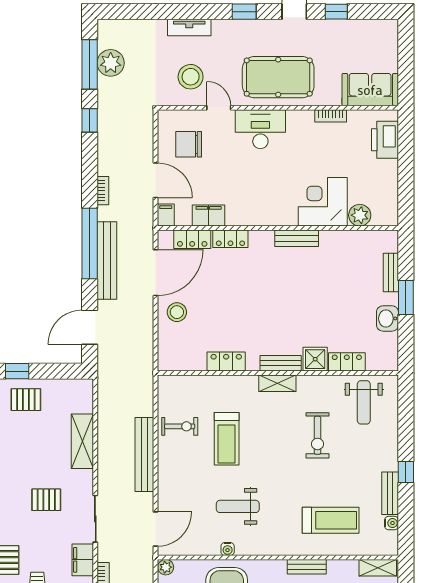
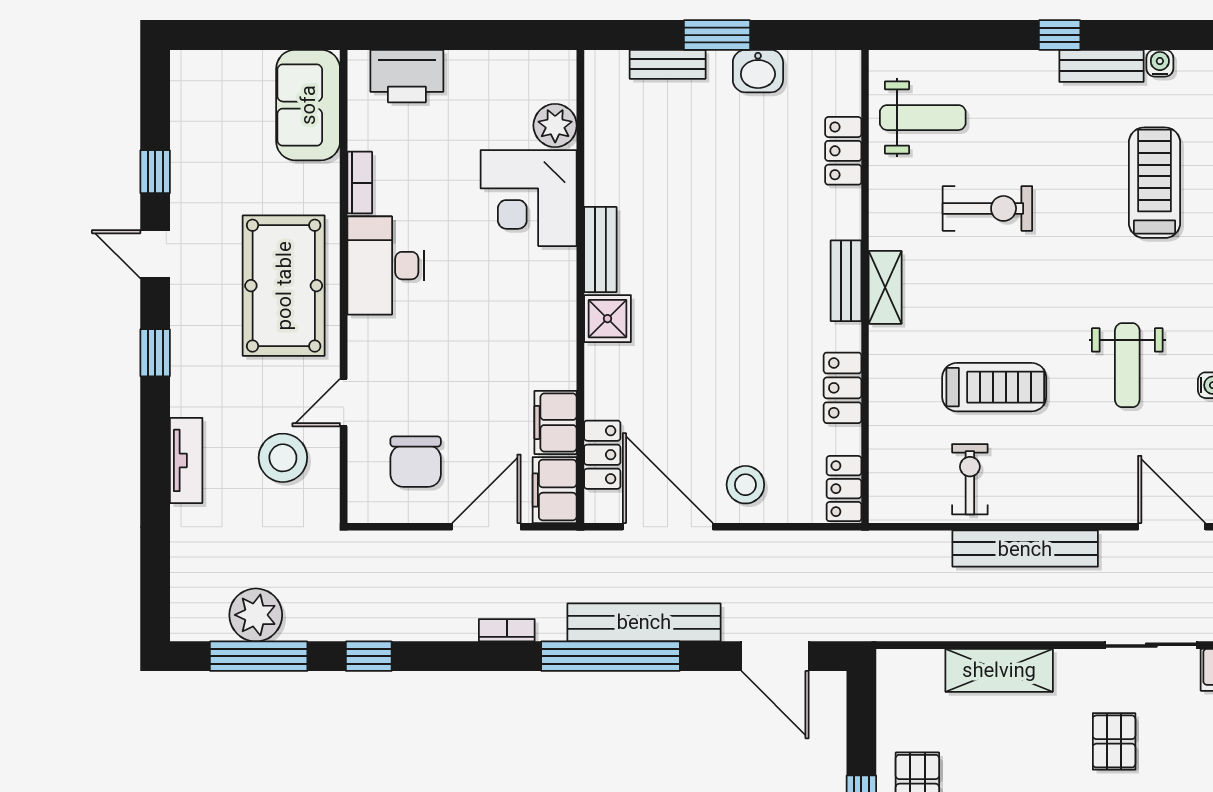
desk: (260, 129) -> (386, 266), moved
filing cabinet: (166, 215) -> (555, 490), width x2.00
locker: (230, 239) -> (844, 489), moved, turned 180
shower: (315, 359) -> (608, 319), moved

